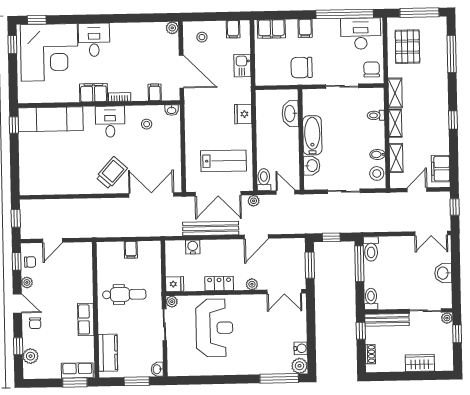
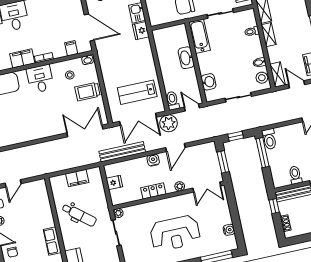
fridge: (243, 114) -> (141, 31), moved
washbasin: (290, 114) -> (186, 58), moved
bathtub: (312, 135) -> (199, 36), moved
shelving: (396, 158) -> (278, 75), moved
lab bench: (223, 161) -> (137, 92), turned 180
trolley: (112, 173) -> (87, 92), moved, turned -132
door: (417, 190) -> (297, 84), hinge flipped
plant: (254, 201) -> (169, 123), width x1.88, depth x1.88
bench: (211, 228) -> (122, 152), moved
water cooler: (193, 247) -> (153, 160), moved
filing cabinet: (131, 250) -> (77, 178), width x2.00
fridge: (175, 284) -> (114, 183), moved
dental chair: (124, 294) -> (79, 215), turned 39
toilet: (371, 299) -> (295, 175), moved
reception desk: (214, 328) -> (175, 233), moved, turned 90
plant: (299, 366) -> (231, 244), removed

